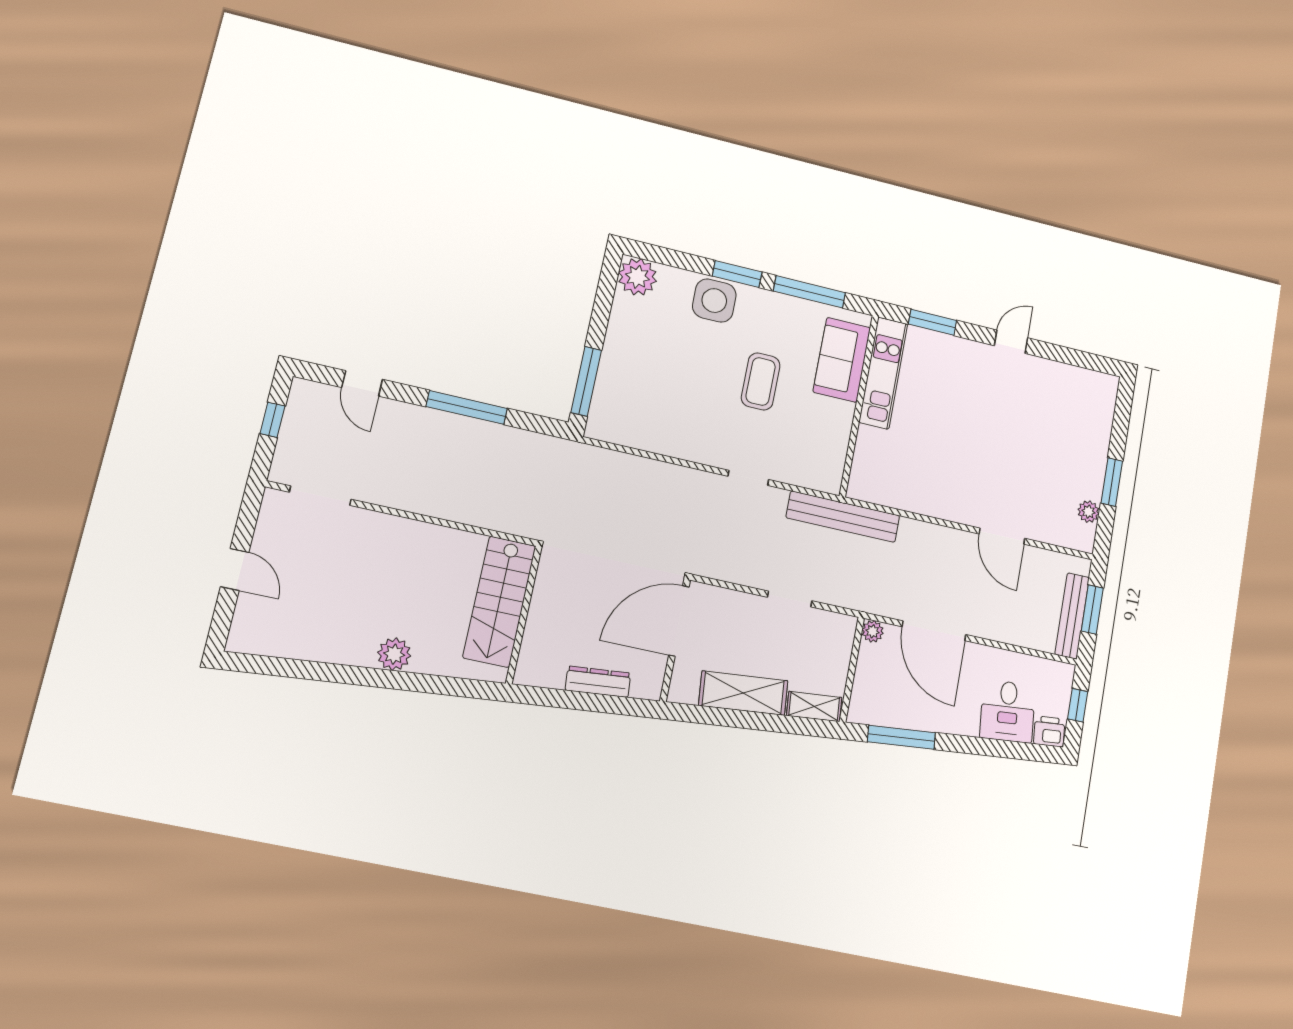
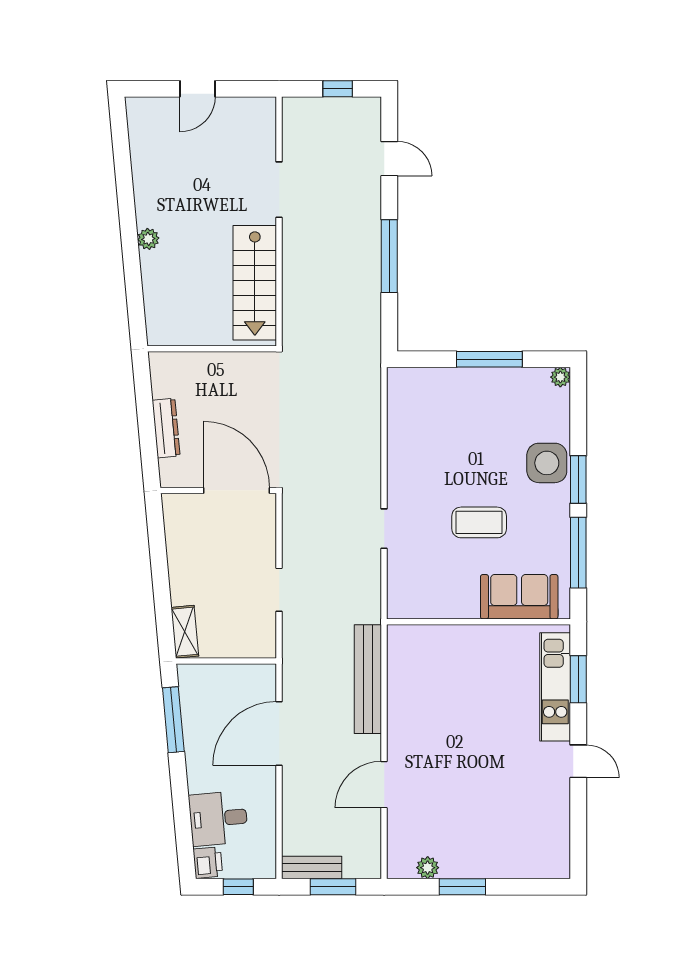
plant: (637, 277) -> (560, 377), width x0.53, depth x0.53
kitchen unit: (883, 373) -> (555, 687), moved, turned 90
window: (586, 381) -> (489, 359), moved
door: (362, 383) -> (389, 159), swing flipped
doorway: (320, 496) -> (279, 190), moved
bench: (843, 517) -> (368, 679), moved
stairs: (499, 602) -> (255, 283), moved, turned -90
bench: (1072, 616) -> (312, 867), width x0.73
plant: (873, 631) -> (266, 674), removed
plant: (394, 654) -> (148, 239), width x0.73, depth x0.73
shelving: (743, 693) -> (183, 563), removed

